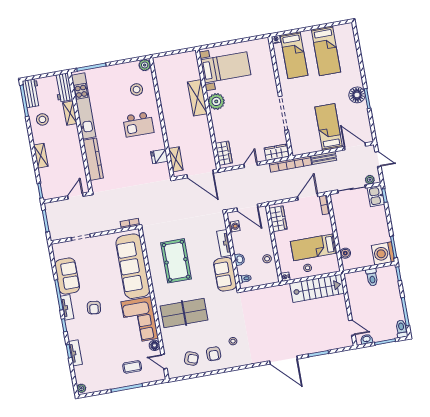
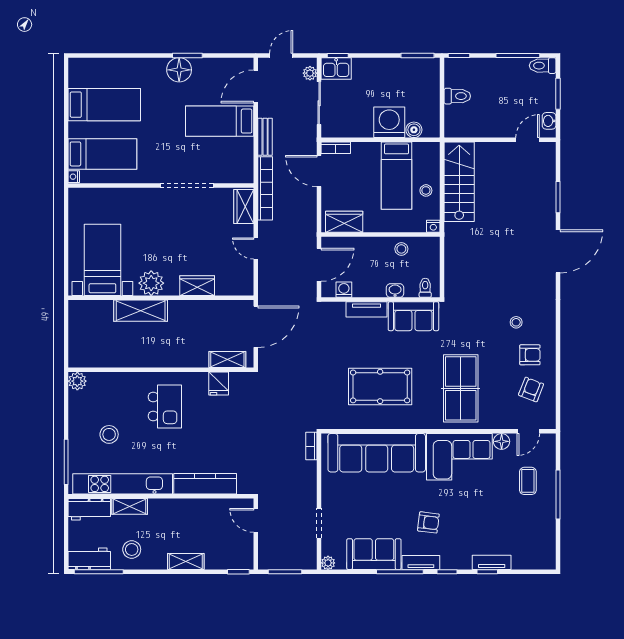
stool: (137, 90) -> (109, 434), moved
wardrobe: (224, 153) -> (197, 286), moved
washing machine: (383, 253) -> (389, 122), moved, turned 180
plant: (81, 388) -> (328, 563), moved

